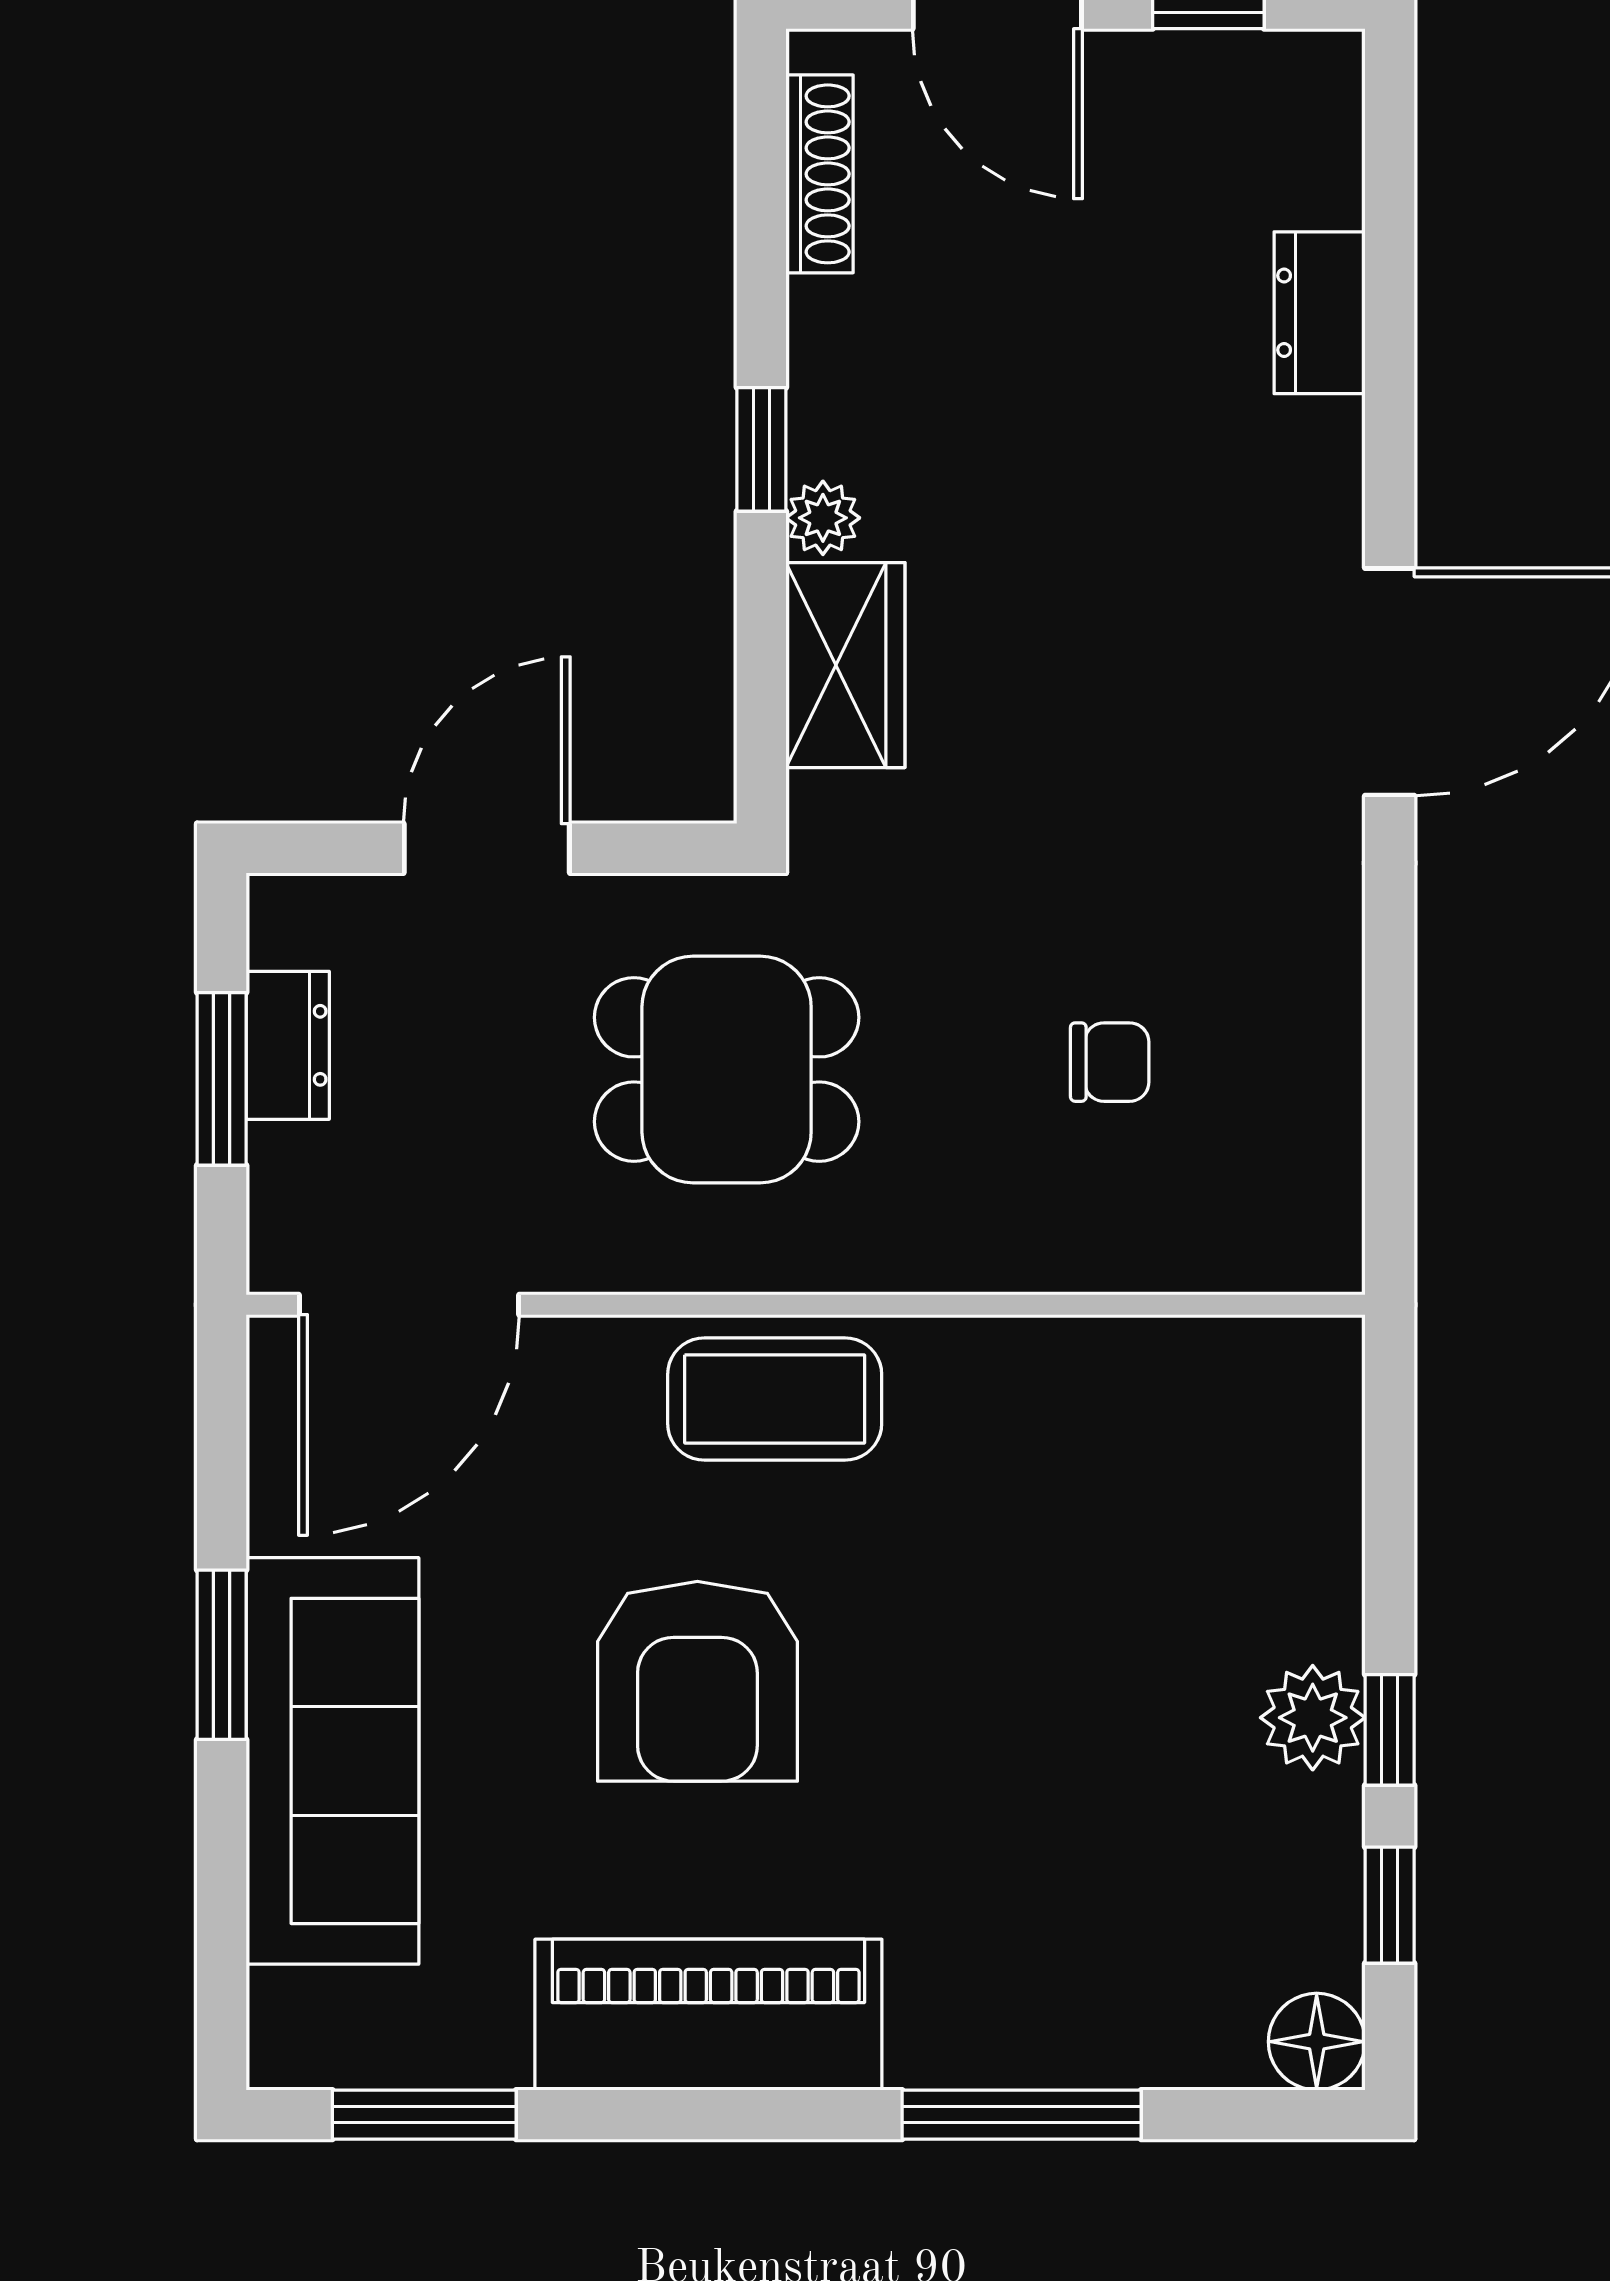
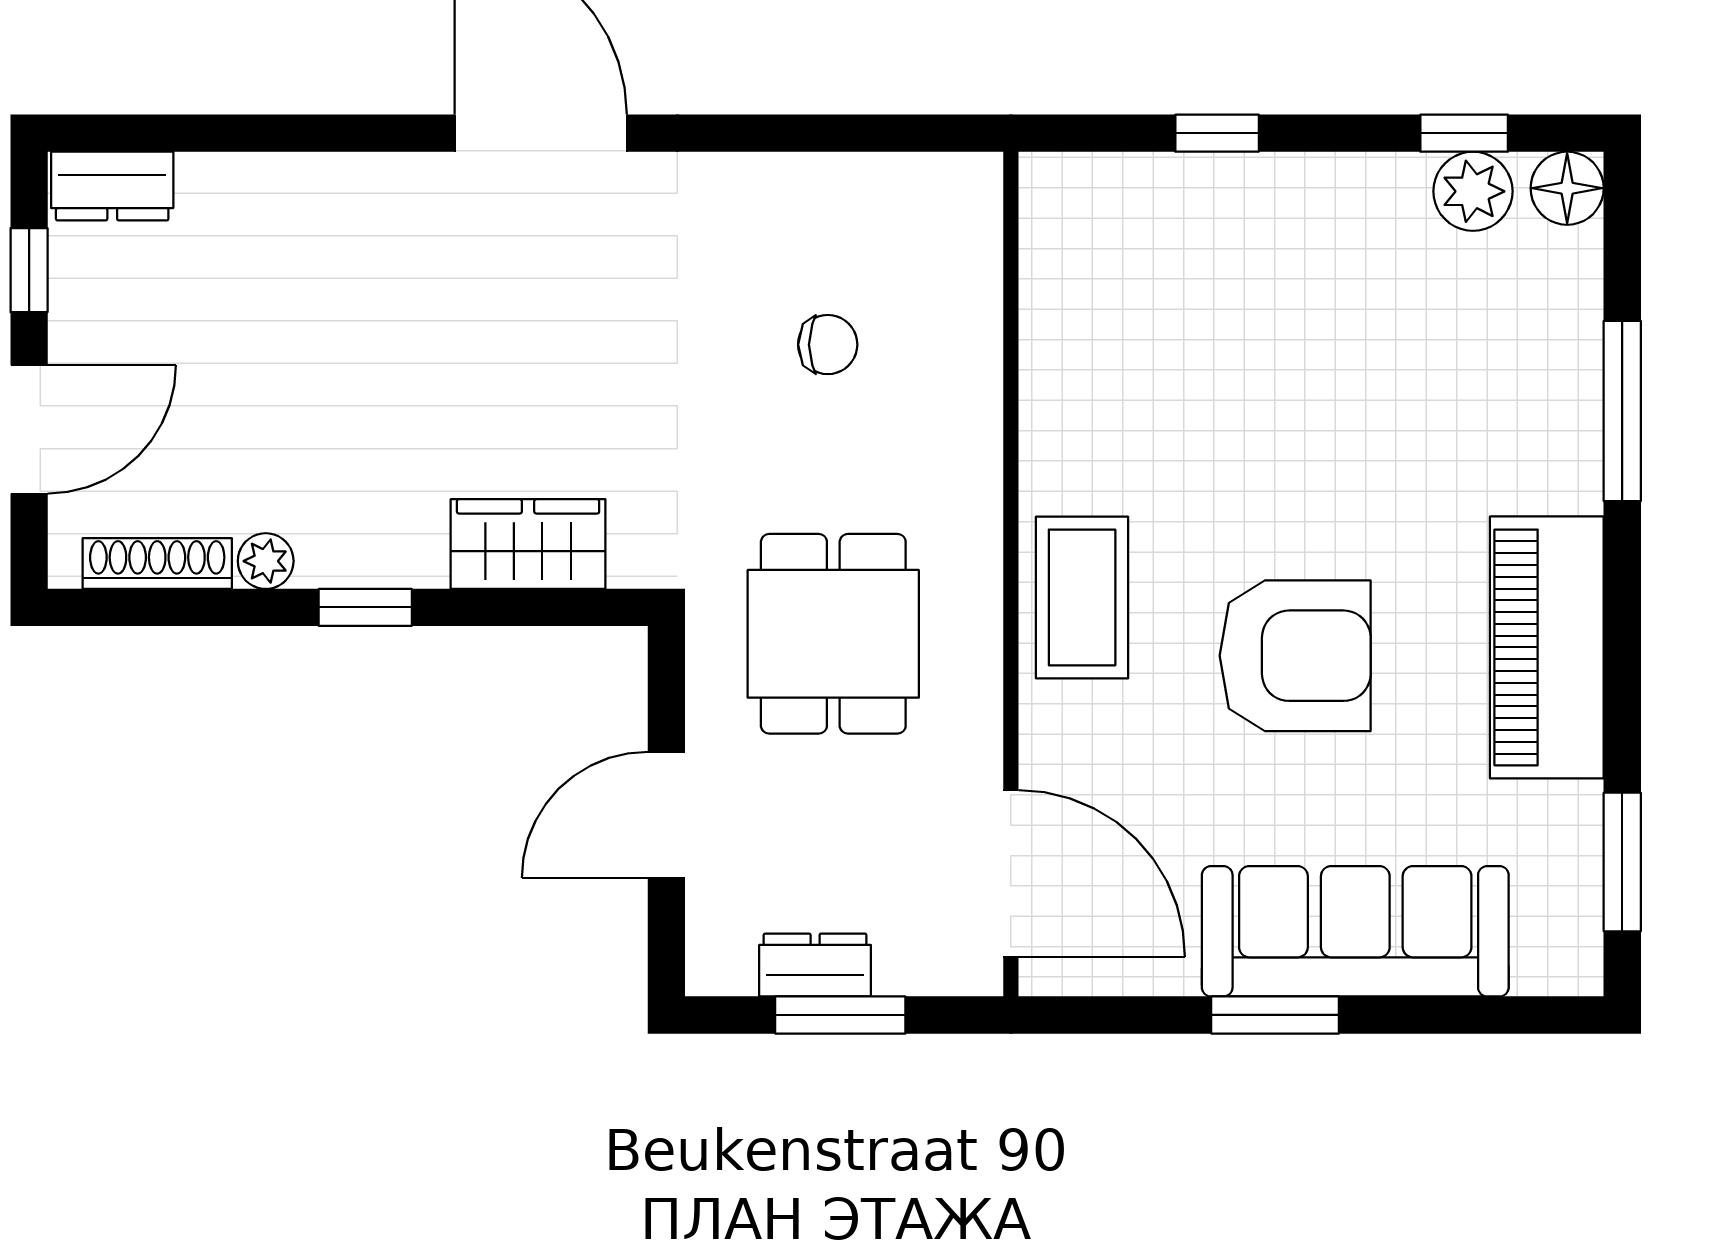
dresser: (1320, 313) -> (112, 186), moved
plant: (823, 518) -> (266, 561), moved
door: (487, 848) -> (666, 815), hinge flipped
chair: (1110, 1062) -> (828, 345), turned 90
plant: (1313, 1718) -> (1473, 191), moved
window: (1390, 1730) -> (1217, 133), moved

